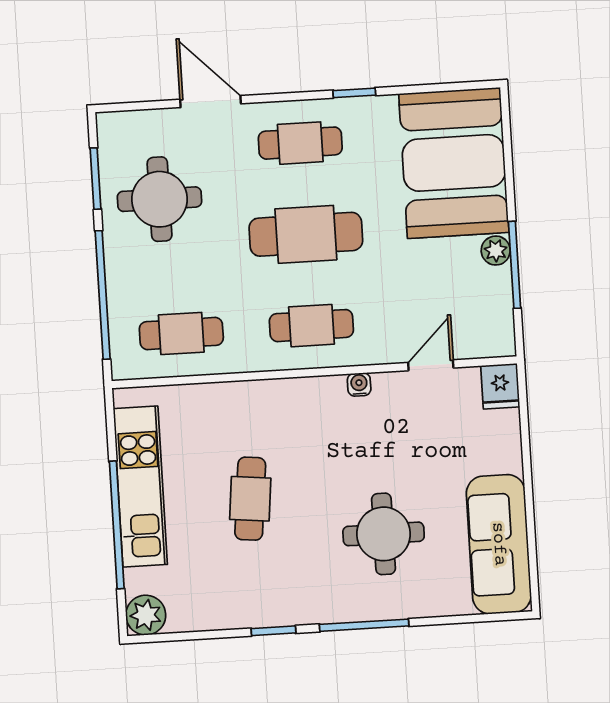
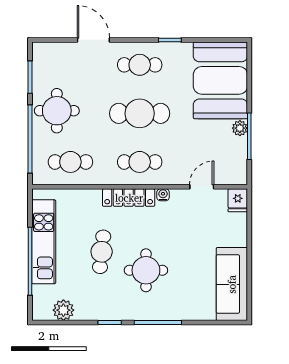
round table: (160, 199) -> (57, 111), moved
locker: (295, 394) -> (129, 198), added
round table: (384, 534) -> (146, 270), moved
plant: (146, 615) -> (63, 310), moved

